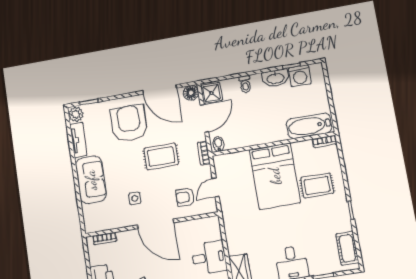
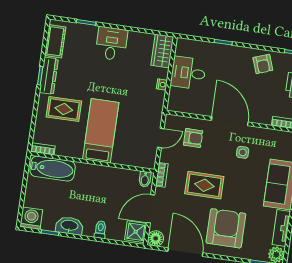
washing machine: (300, 76) -> (31, 218), moved
armchair: (129, 123) -> (226, 228), turned 180
bed: (275, 176) -> (101, 131), width x0.67
dresser: (342, 213) -> (49, 76), added
nightstand: (231, 239) -> (162, 85), added

